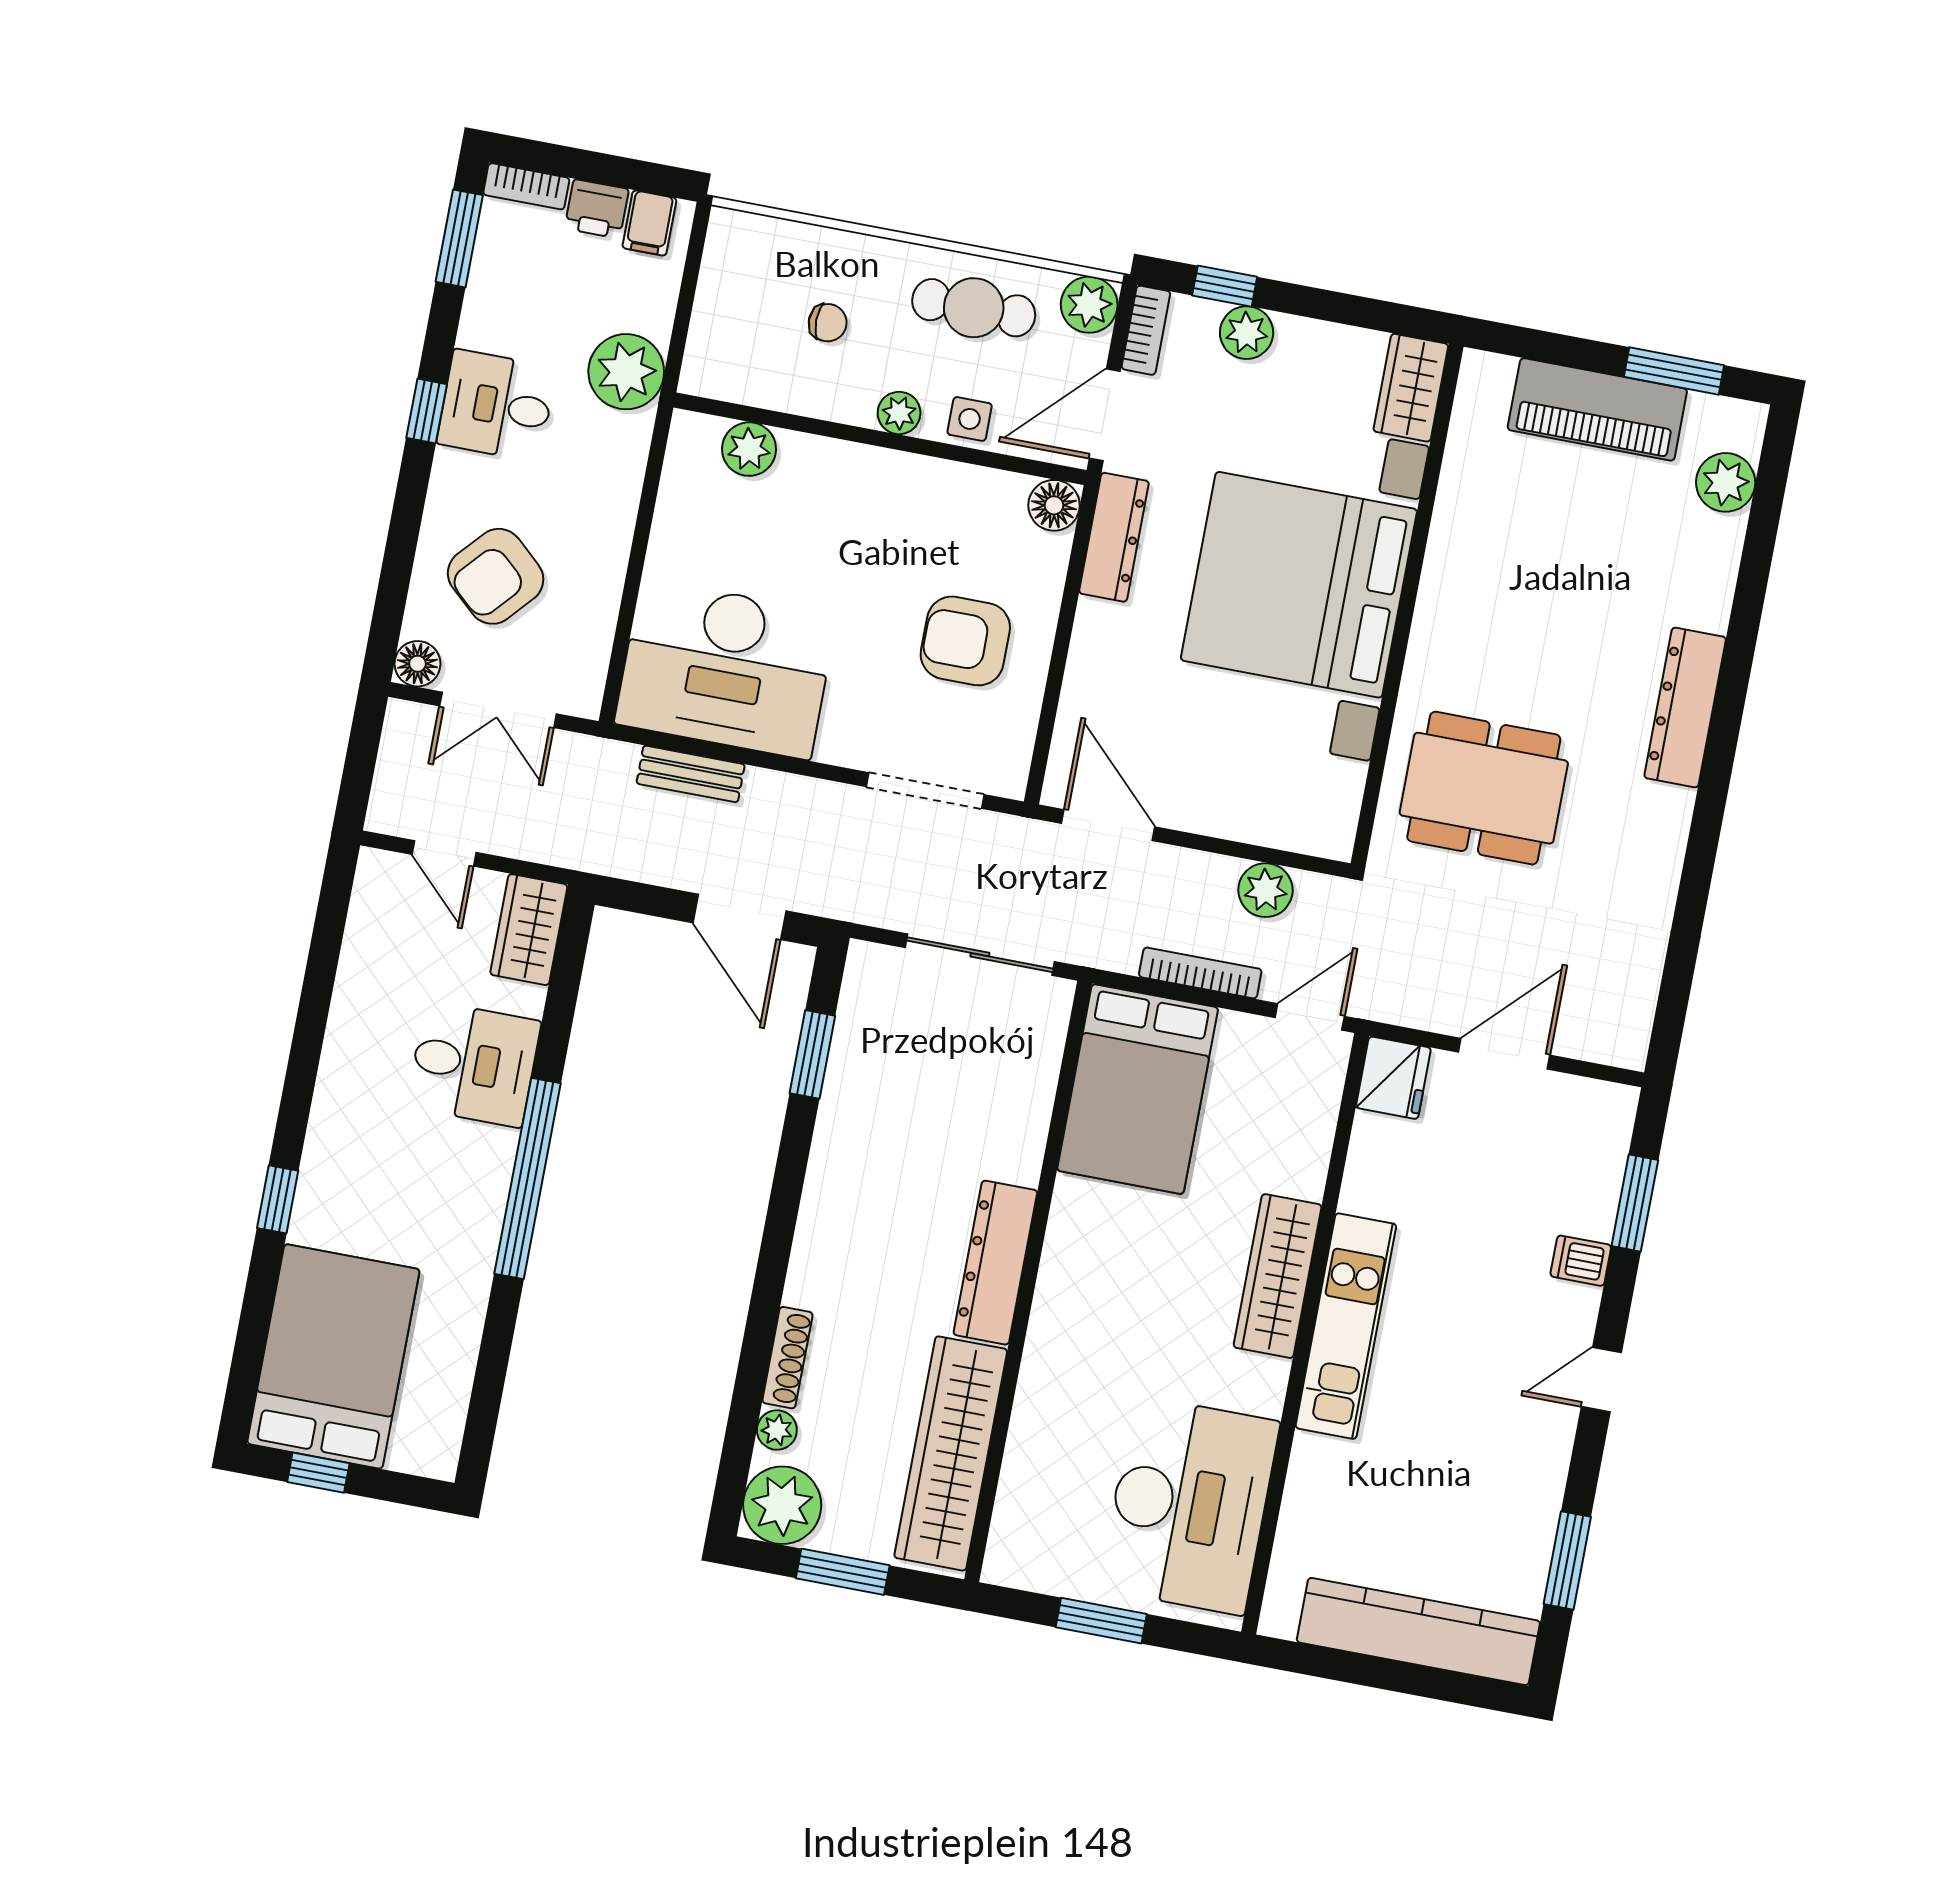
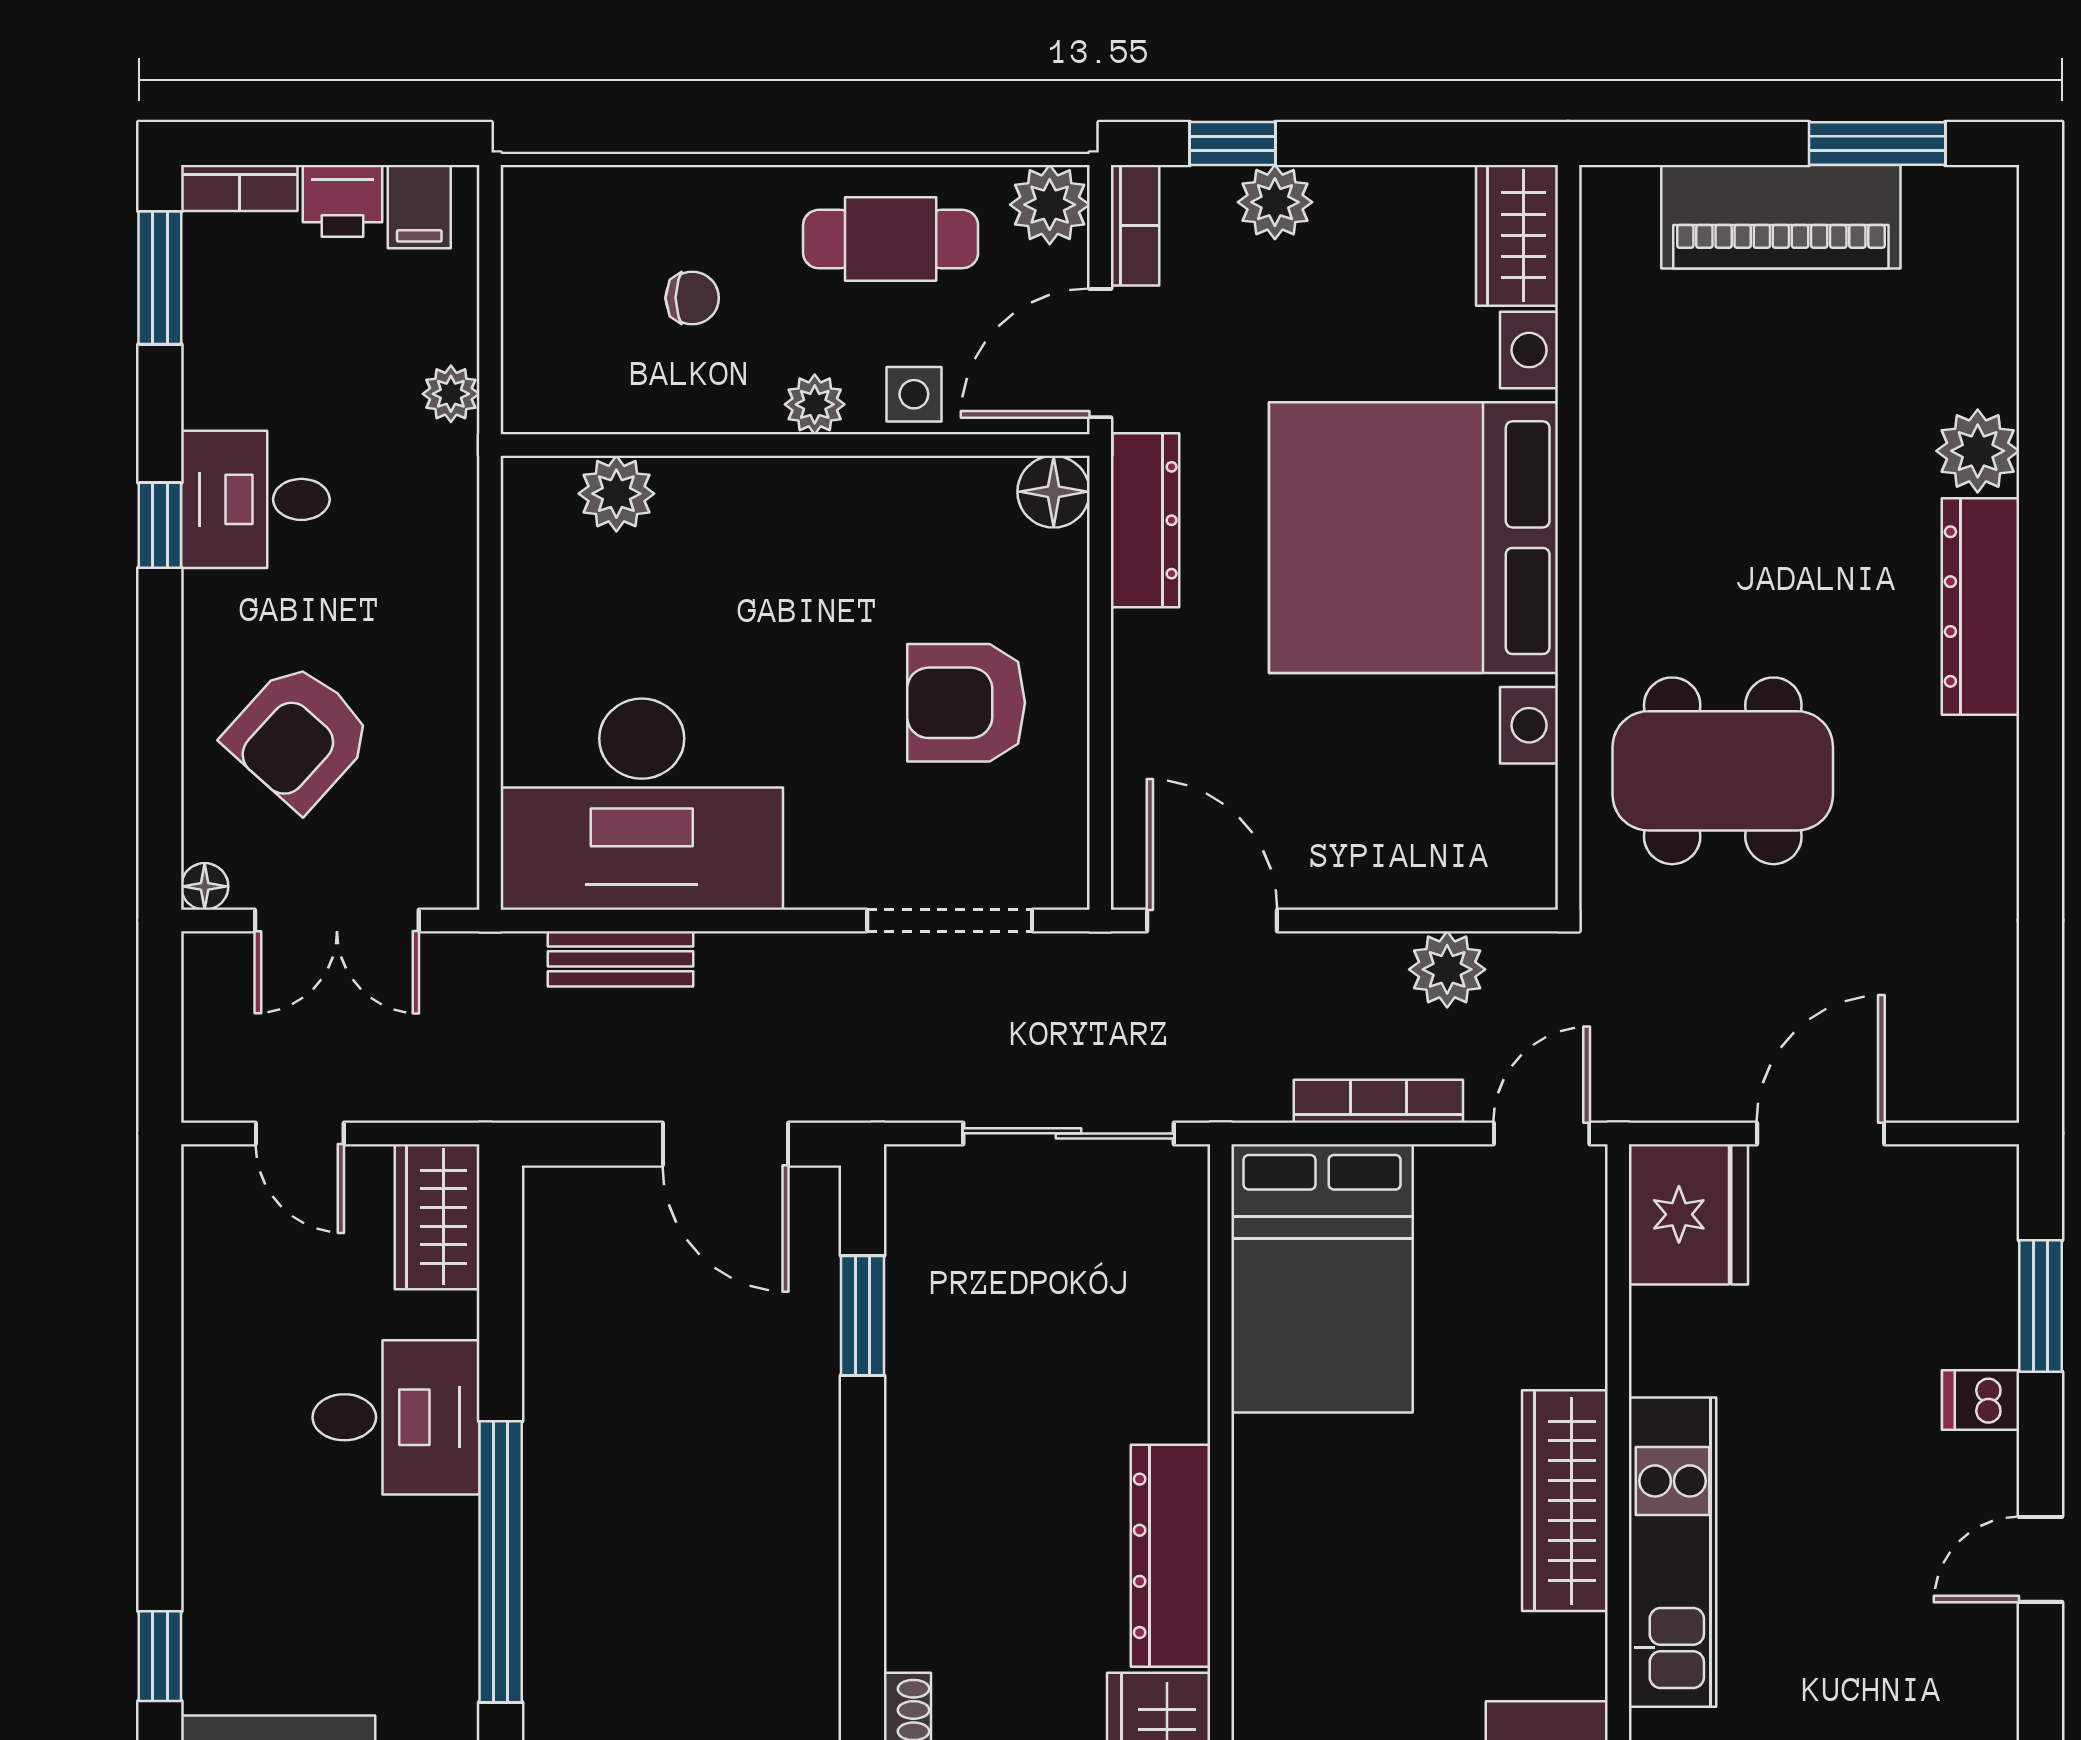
plant: (626, 372) -> (451, 394), width x0.53, depth x0.53
plant: (1726, 482) -> (1978, 451), moved
floor lamp: (417, 664) -> (205, 886), width x0.73, depth x0.73
fridge: (1393, 1078) -> (1688, 1214), width x1.36, depth x1.34

